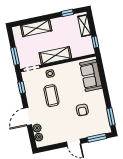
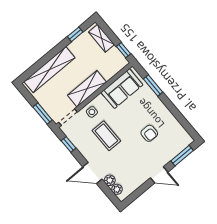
shelving: (36, 28) -> (49, 70), width x1.47
sofa: (91, 76) -> (122, 89), moved, turned -90
door: (28, 116) -> (92, 173), hinge flipped
window: (111, 117) -> (153, 86), moved

